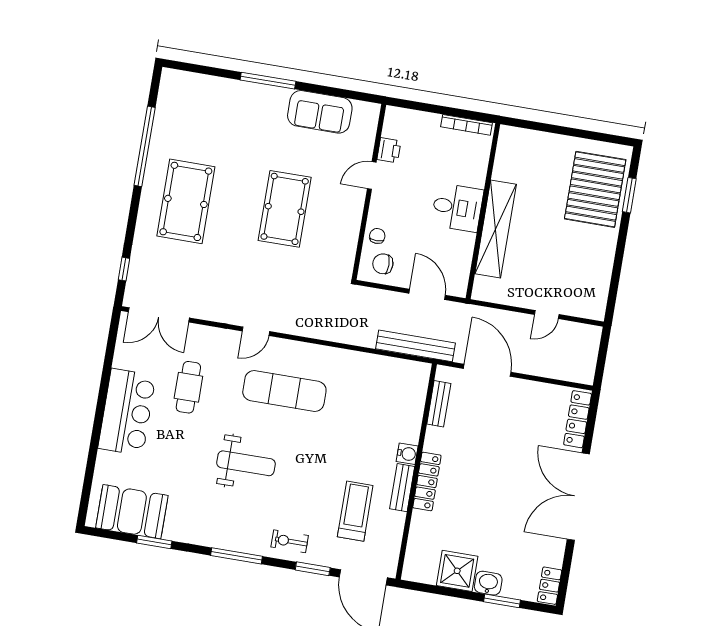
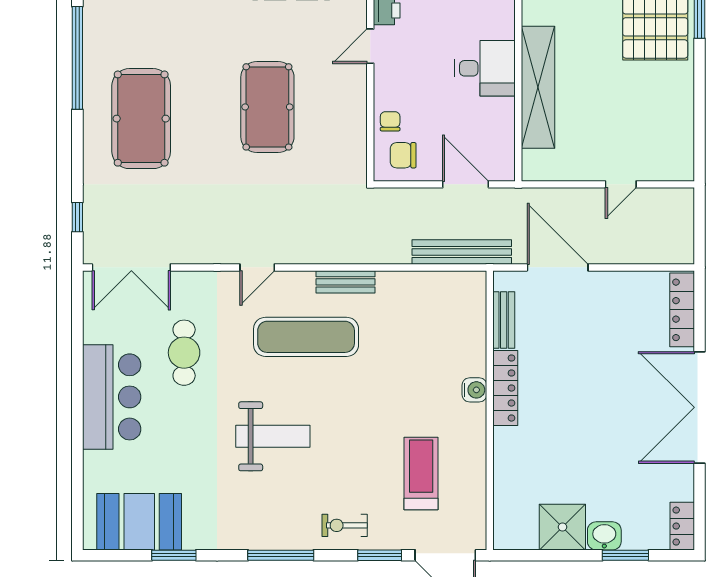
locker: (427, 482) -> (505, 388), moved
bench: (402, 488) -> (345, 282), moved, turned 90

